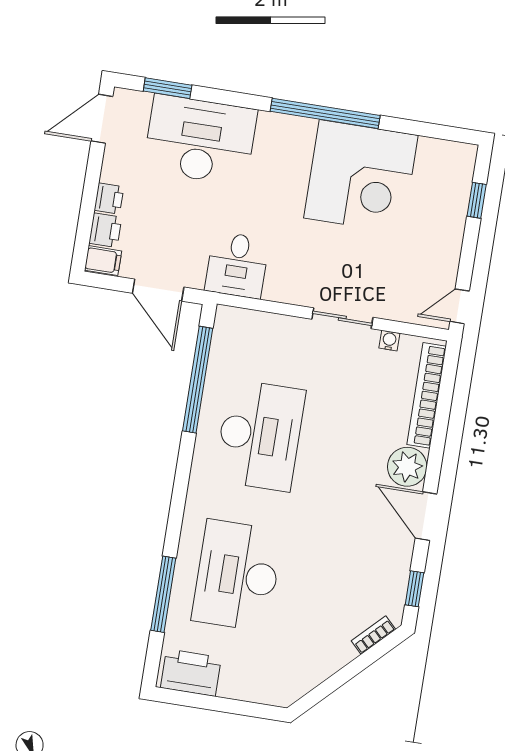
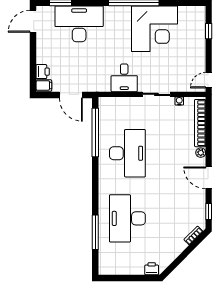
printer: (109, 199) -> (42, 57), removed
desk: (237, 265) -> (124, 78), moved
plant: (407, 467) -> (201, 153), width x0.53, depth x0.53
printer: (191, 673) -> (152, 269), moved, width x0.53, depth x0.68

